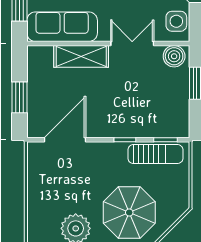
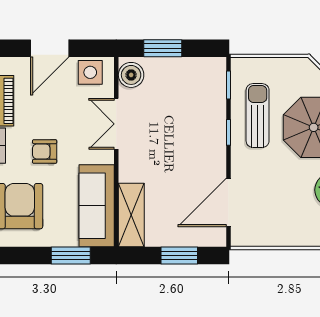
shelving: (81, 56) -> (131, 215), moved
door: (65, 140) -> (229, 202), hinge flipped
sun lounger: (155, 154) -> (258, 116), moved

